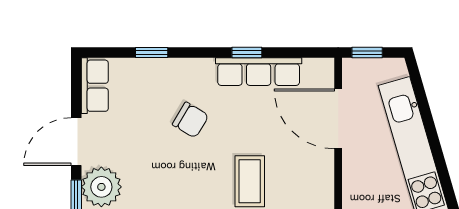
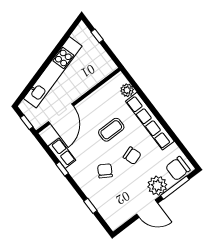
row of seats: (259, 72) -> (62, 153), width x0.68
row of seats: (95, 86) -> (120, 218), removed
chair: (181, 183) -> (132, 156), added

